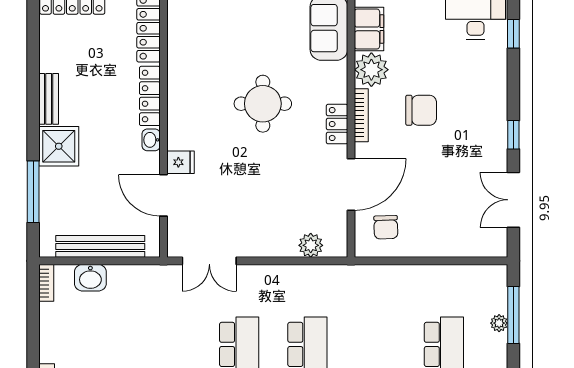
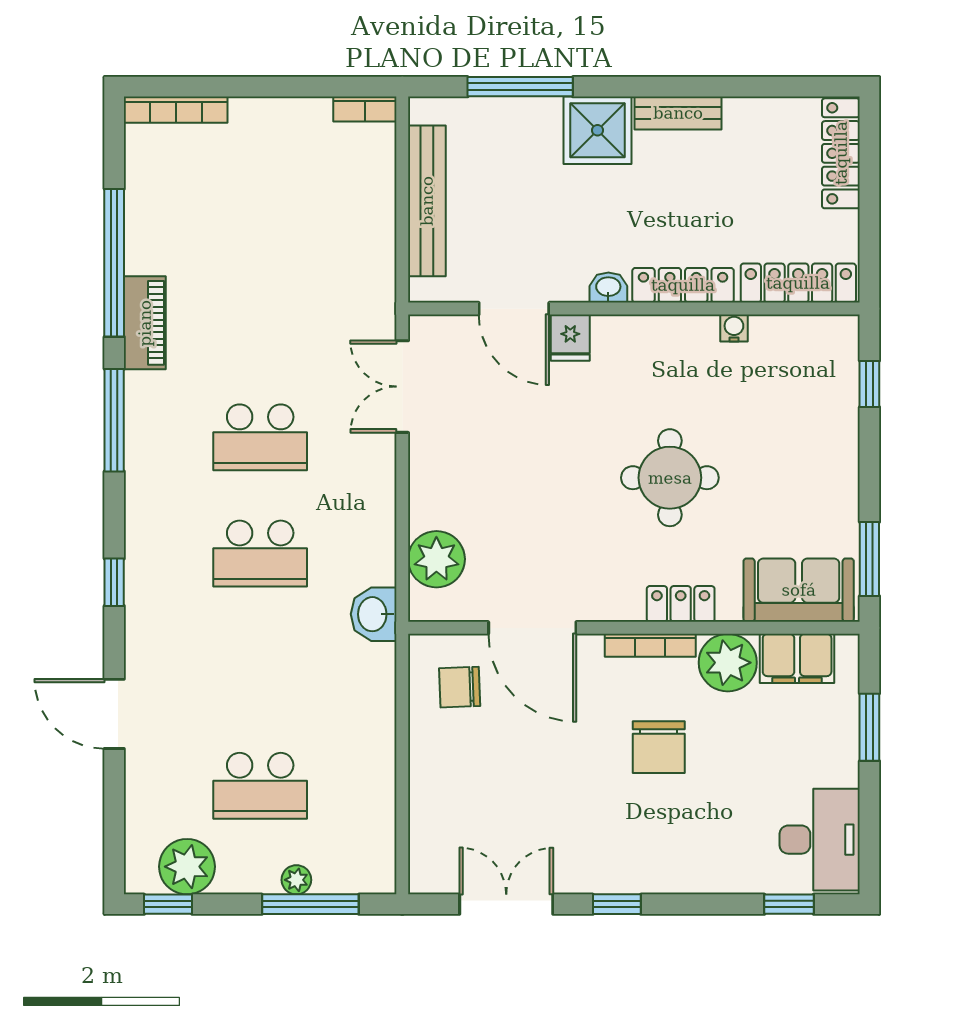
water cooler: (175, 66) -> (734, 328), added
locker: (337, 124) -> (681, 604), moved
door: (163, 195) -> (514, 309), swing flipped
plant: (311, 245) -> (436, 559), width x1.36, depth x1.36
washbasin: (90, 278) -> (374, 614), moved

